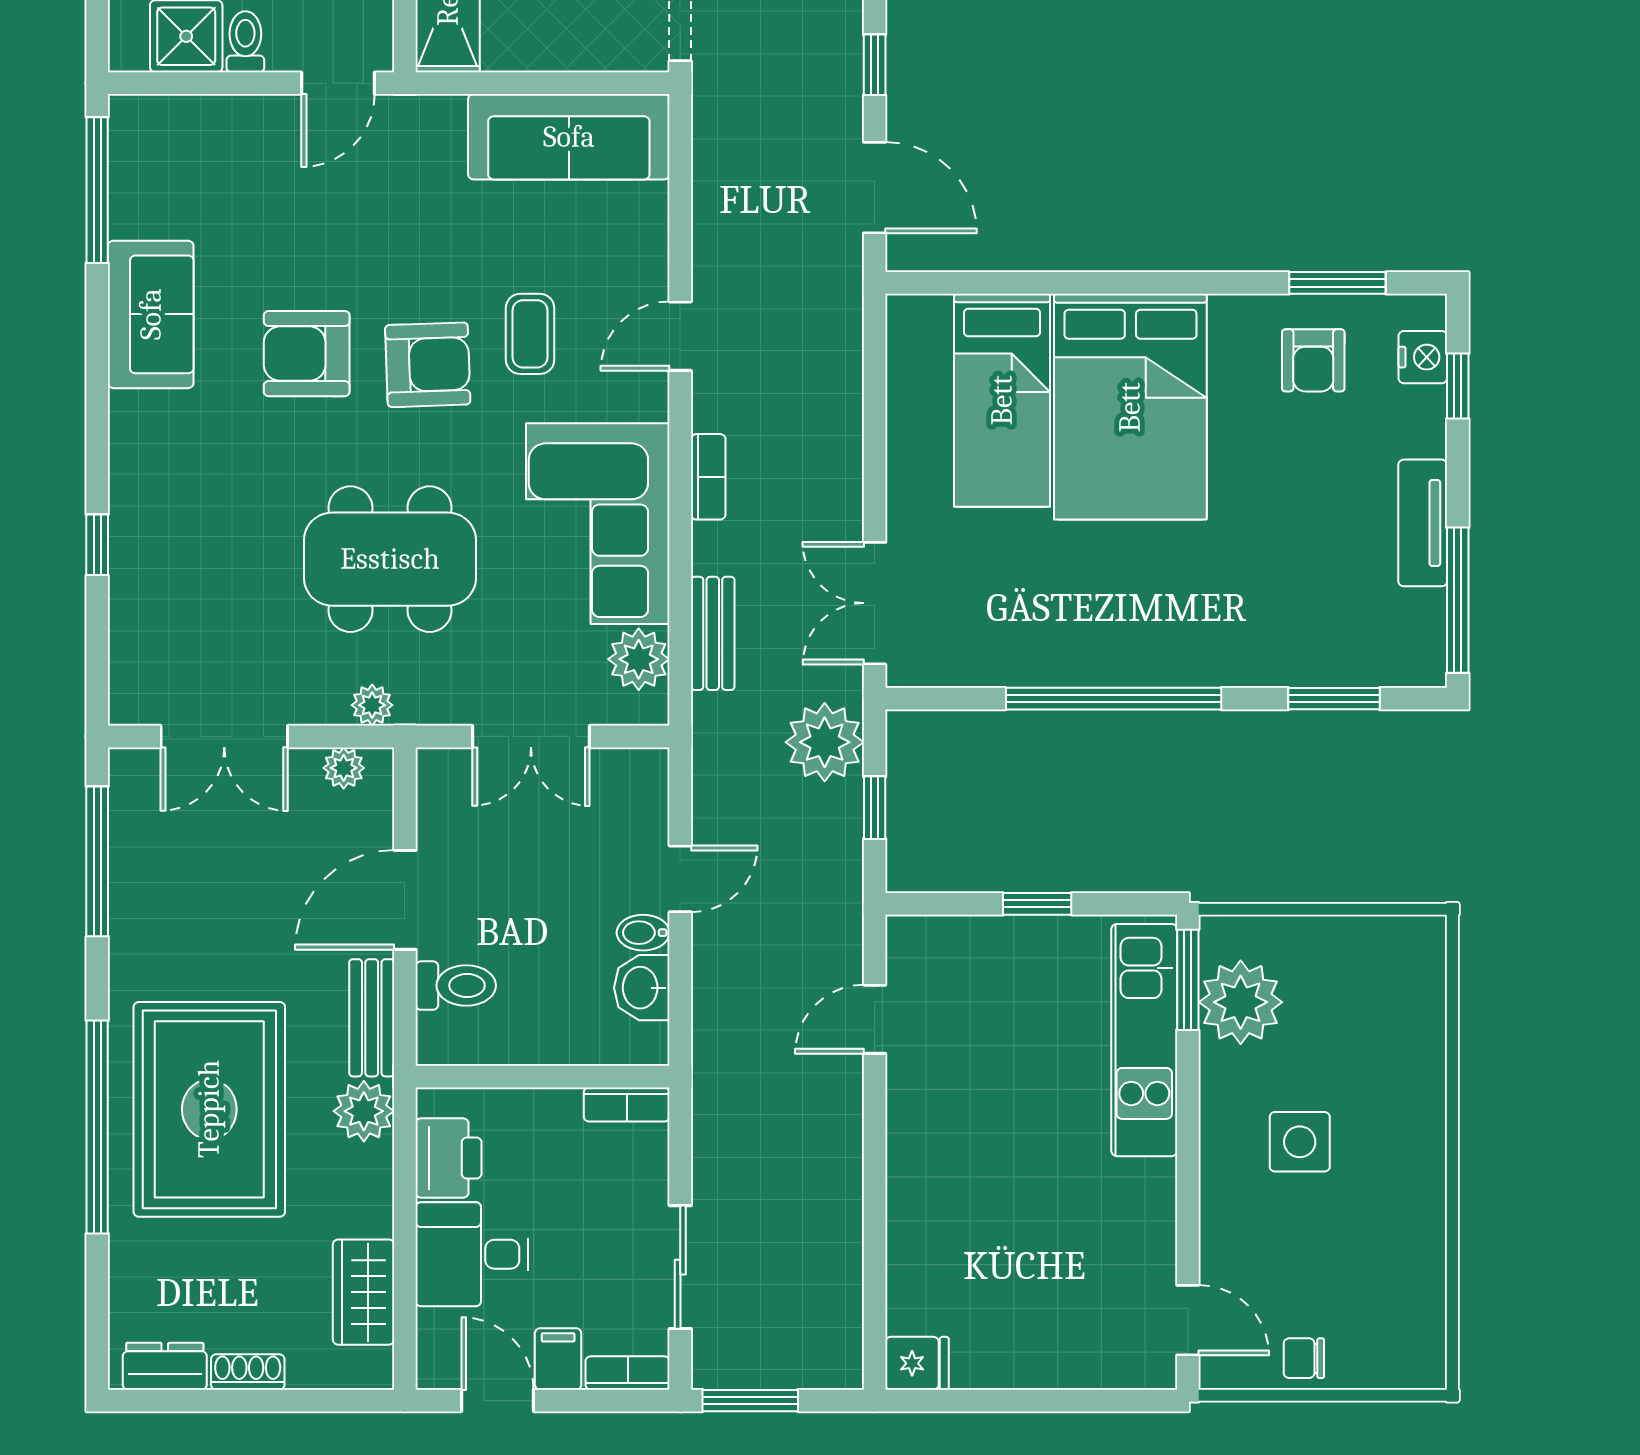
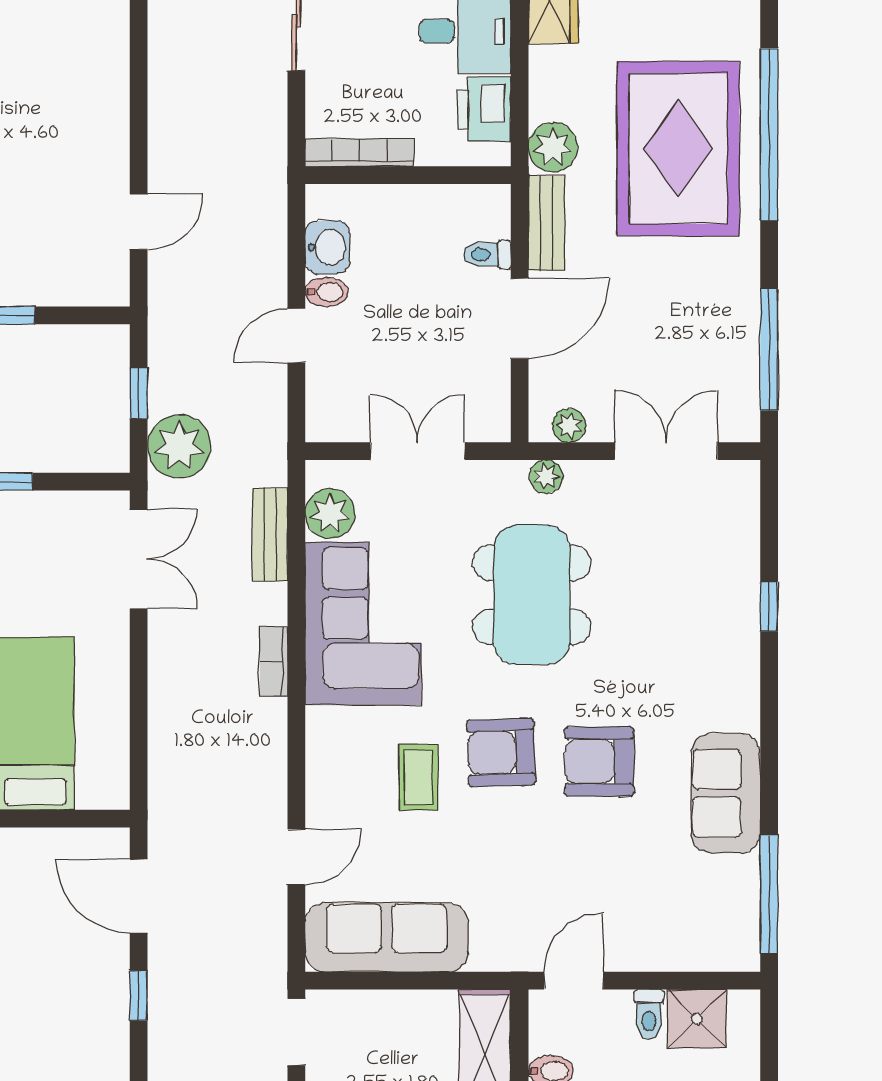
door: (680, 336) -> (296, 857), moved
armchair: (307, 354) -> (599, 761), turned 180
dining table: (390, 559) -> (532, 595), turned 90
toilet: (456, 986) -> (487, 254), width x0.73, depth x0.72
bookcase: (627, 1105) -> (359, 153), width x1.56

